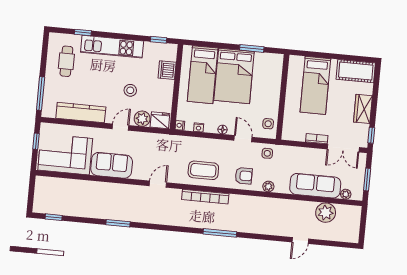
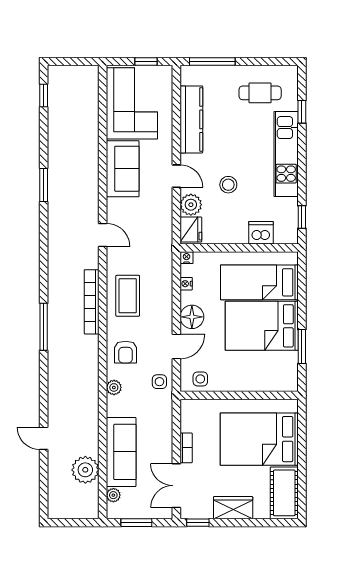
bed: (315, 85) -> (259, 439), width x1.50
floor lamp: (222, 130) -> (192, 317), width x1.89, depth x1.89

